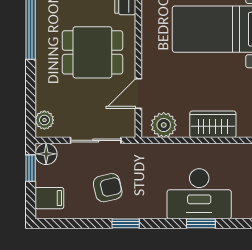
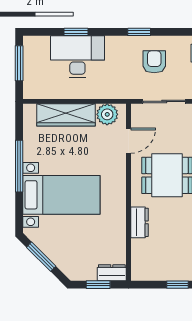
wardrobe: (213, 124) -> (66, 115), width x1.50
armchair: (108, 188) -> (154, 62), turned 103

